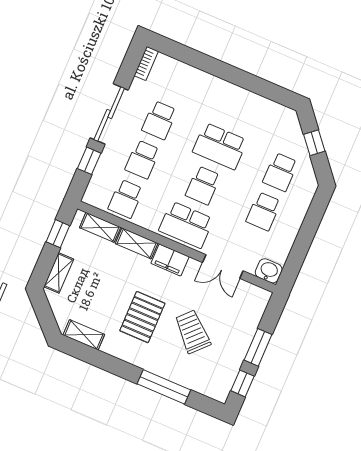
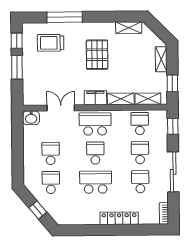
locker: (210, 83) -> (119, 218), added
window: (89, 161) -> (173, 126), moved
trolley: (192, 332) -> (51, 43), moved, turned 136

